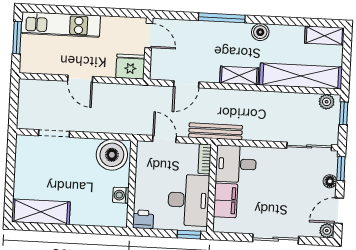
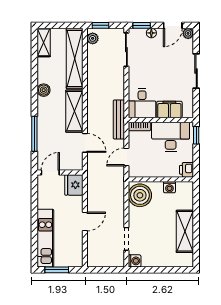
window: (222, 18) -> (34, 134), moved
shelving: (239, 75) -> (74, 111), width x1.50, depth x1.33
washing machine: (24, 143) -> (135, 261), added
door: (339, 211) -> (173, 25), hinge flipped
shelving: (41, 212) -> (185, 231), moved

